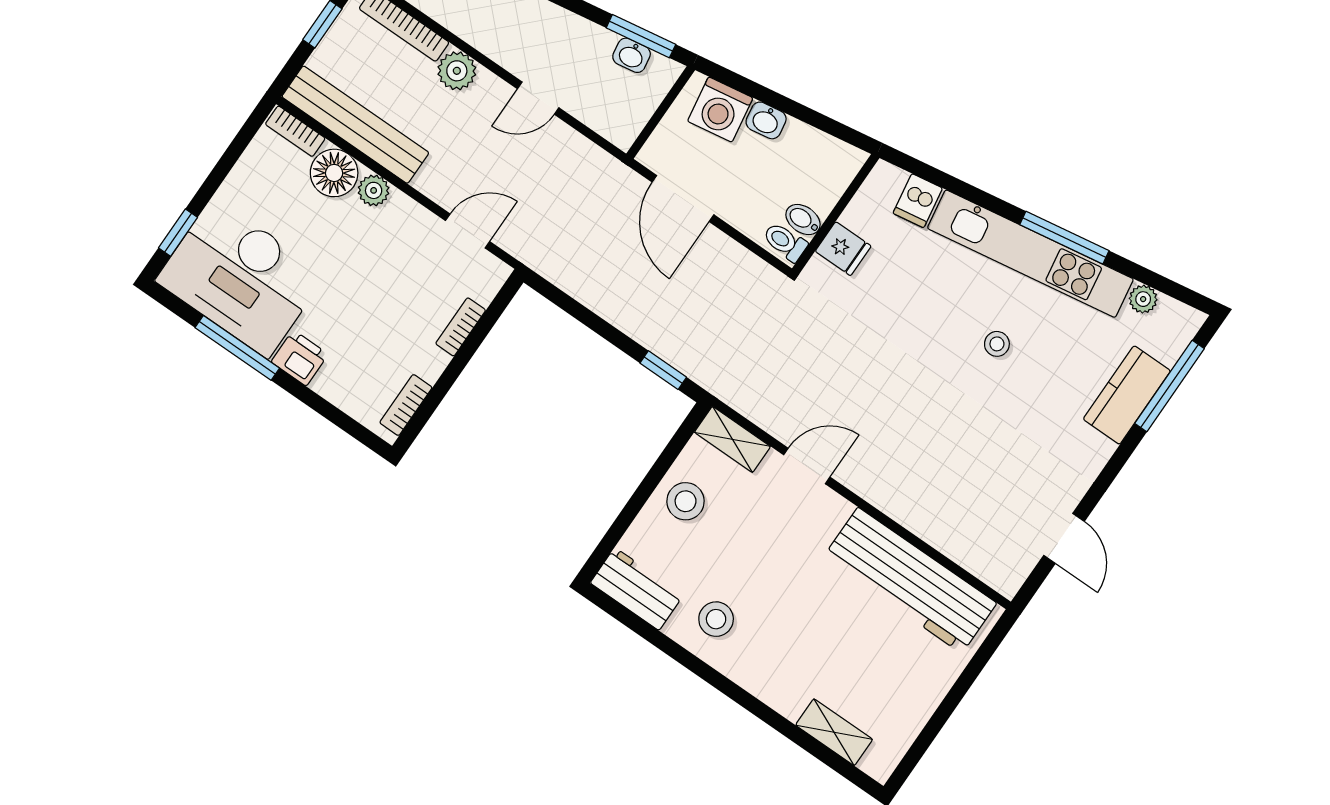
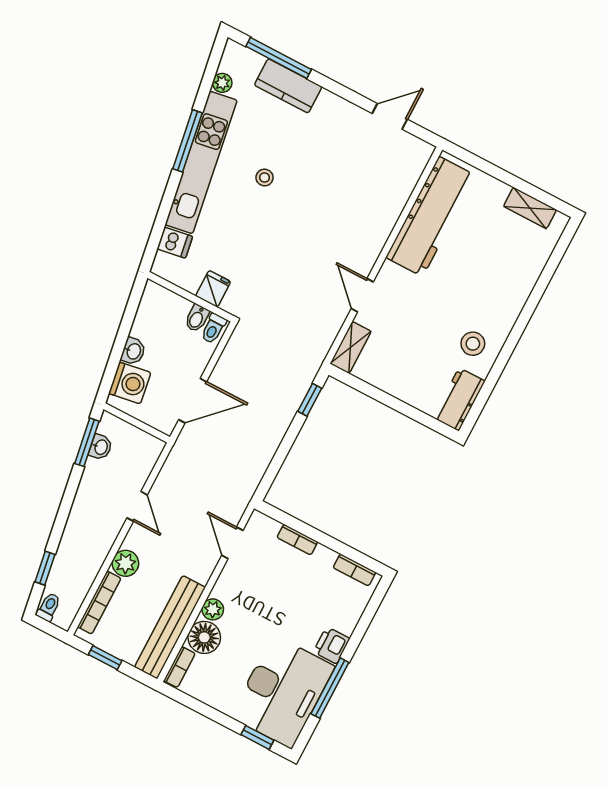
stool: (686, 501) -> (396, 374), removed
shelving: (834, 732) -> (530, 208), moved, turned 90

